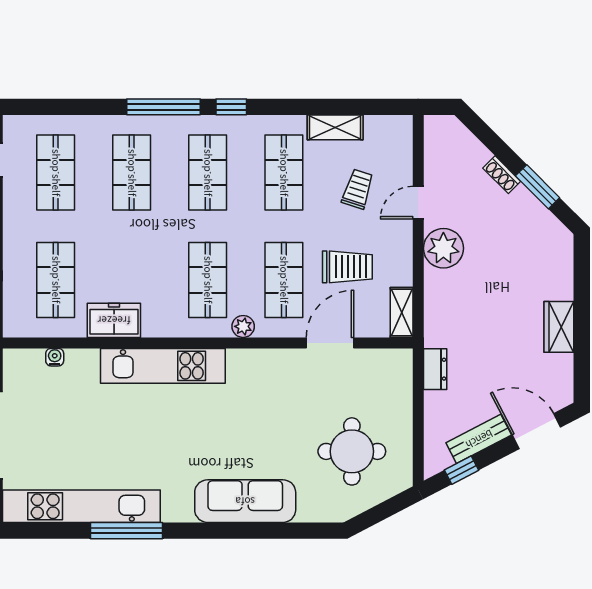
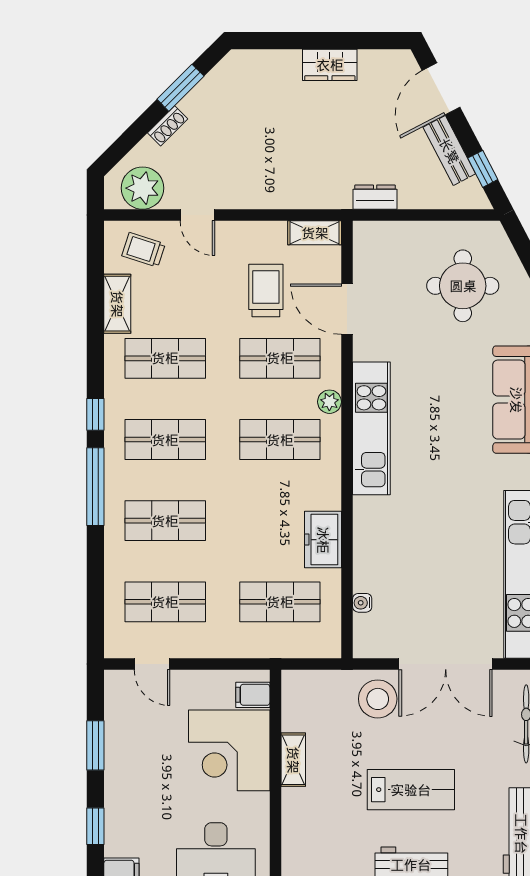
trolley: (358, 189) -> (144, 250), moved
plant: (443, 248) -> (143, 188), moved
kitchen unit: (163, 366) -> (371, 428), moved

